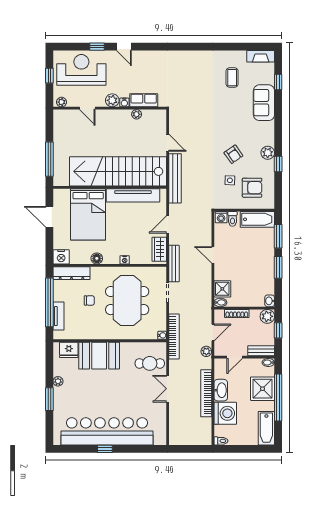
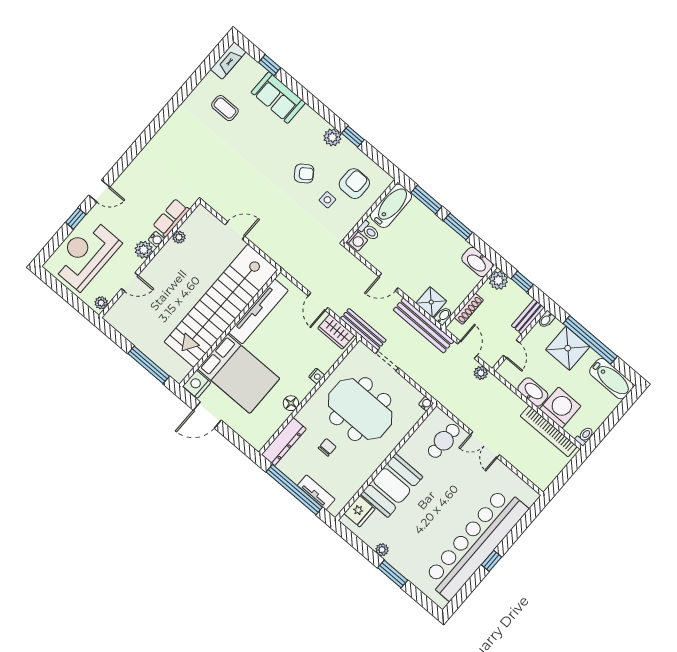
window: (49, 76) -> (64, 292), removed
bench: (175, 178) -> (424, 325), moved
nightstand: (61, 257) -> (197, 384), moved, turned 180
washbasin: (270, 301) -> (477, 262), width x1.91, depth x1.45
bookcase: (174, 336) -> (437, 393), removed
bookcase: (206, 393) -> (549, 431), moved

